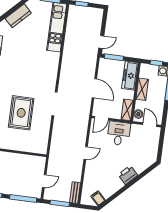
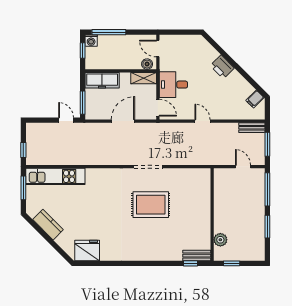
shelving: (142, 89) -> (117, 63), removed
rug: (21, 113) -> (151, 205), moved
door: (150, 125) -> (158, 49), hinge flipped

